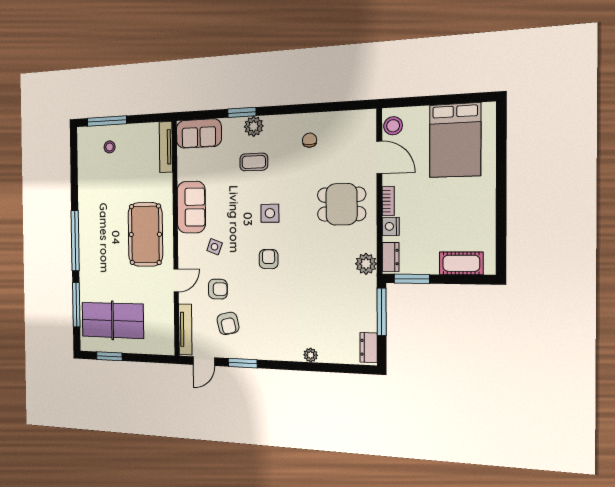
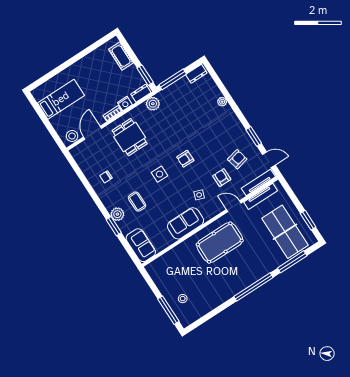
bed: (455, 140) -> (61, 99), width x0.67
tv unit: (166, 147) -> (261, 196), moved

